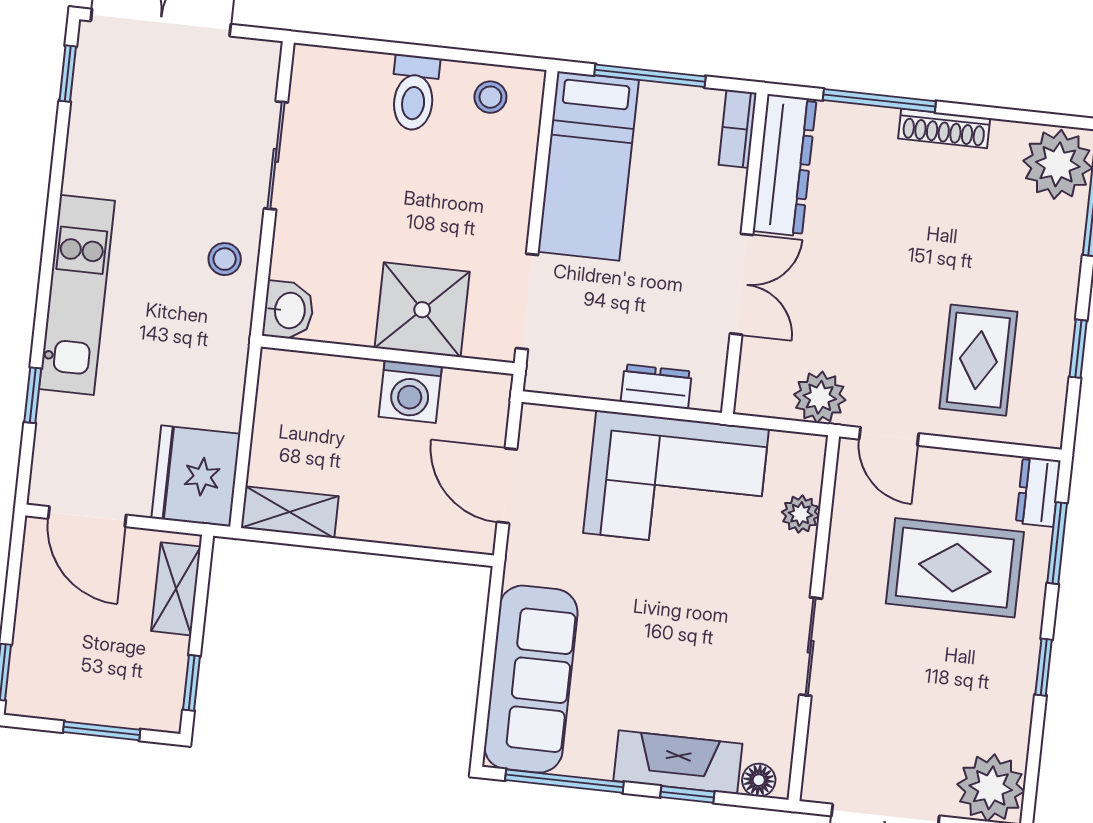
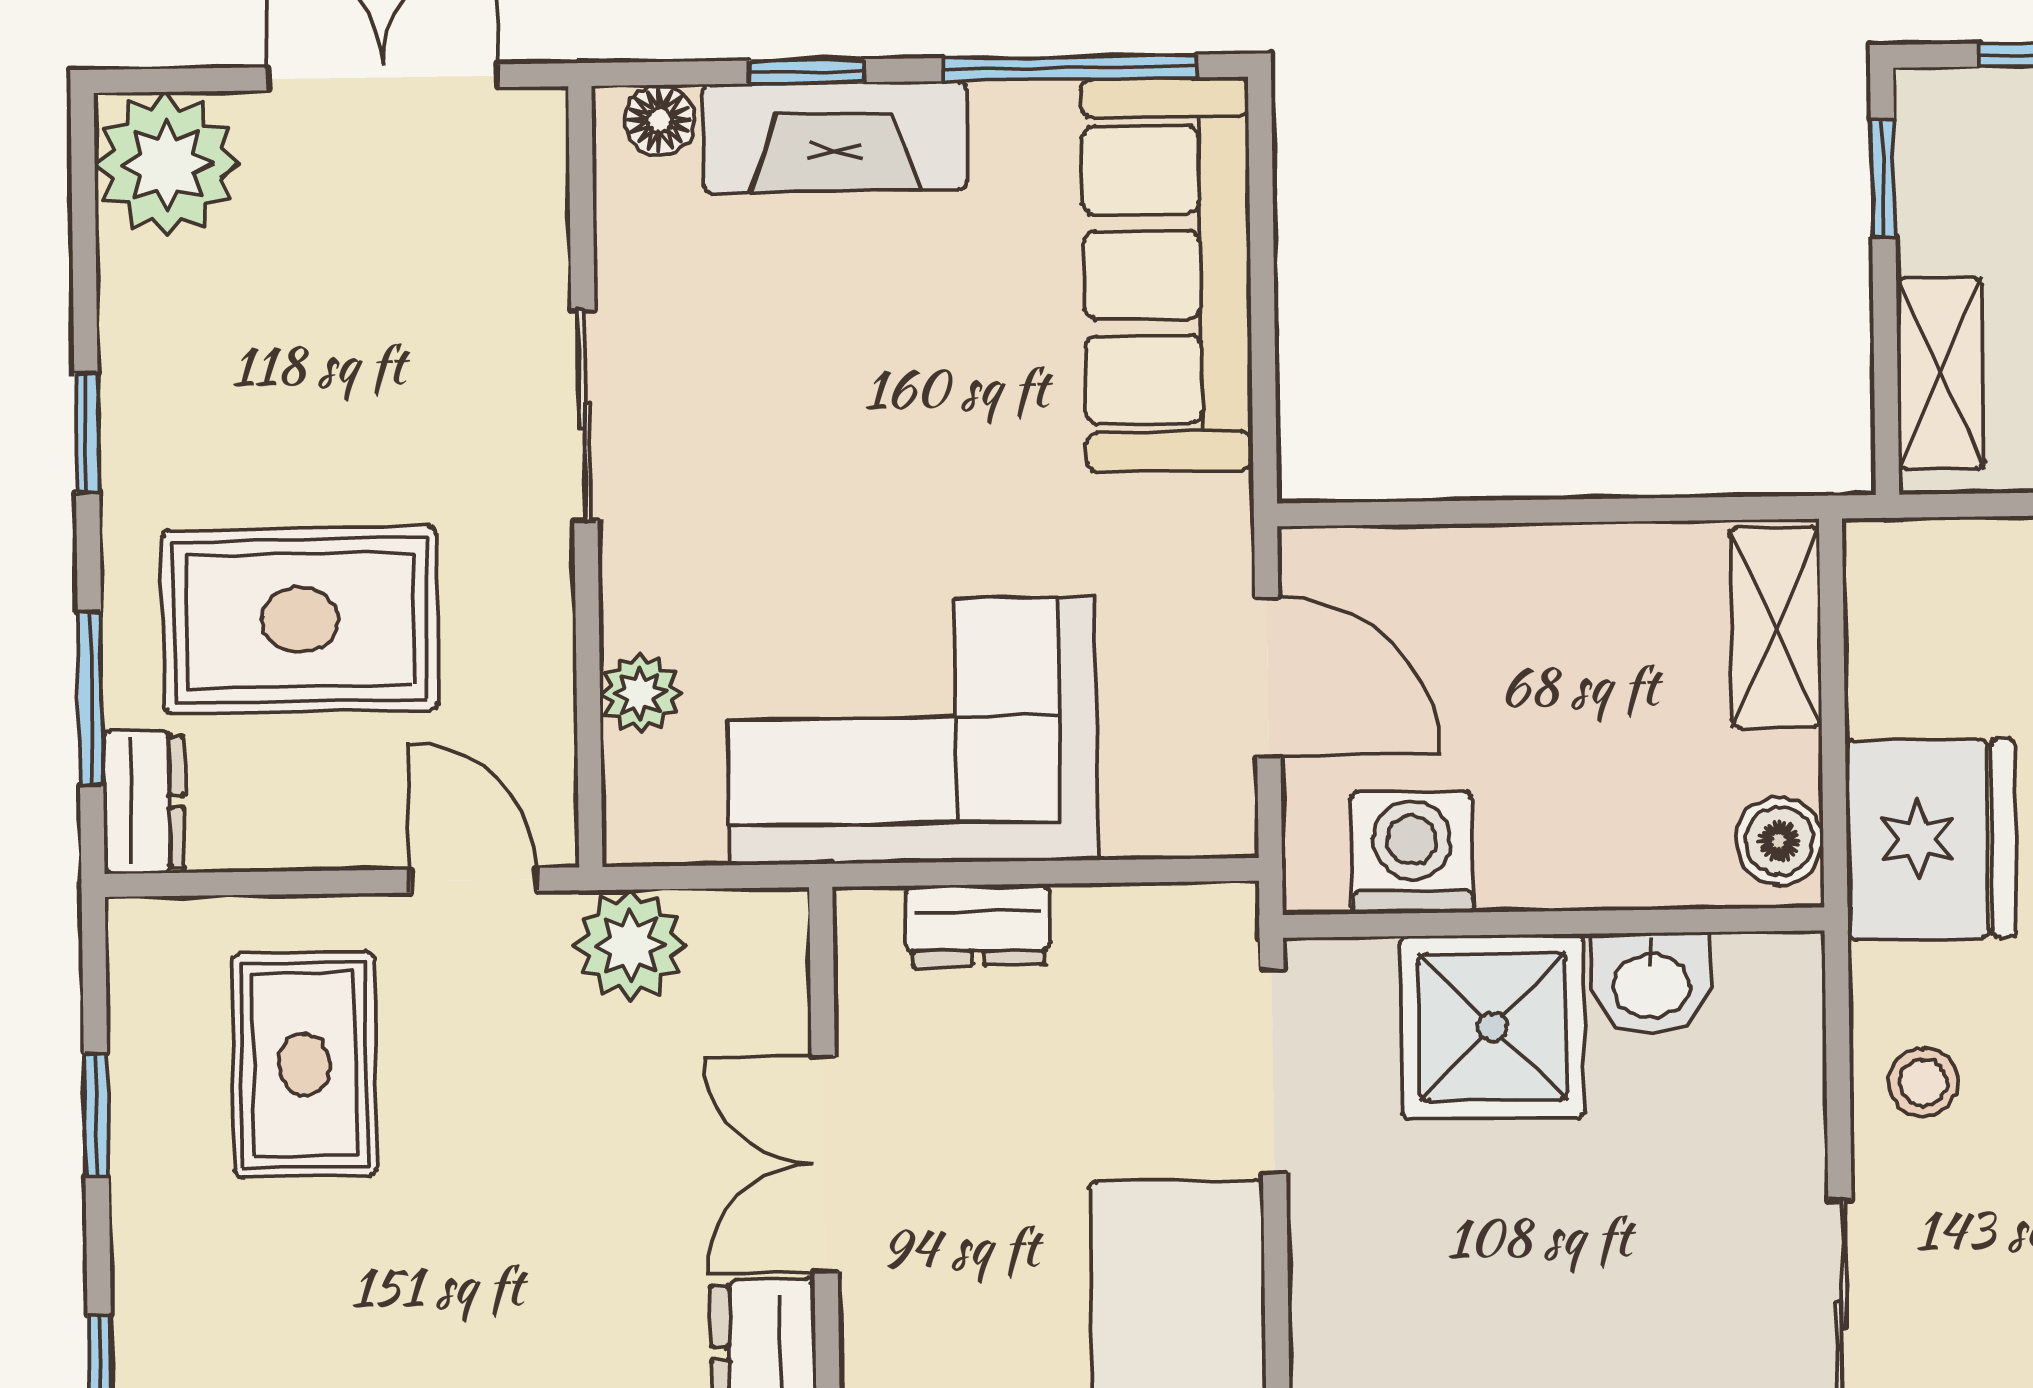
washbasin: (288, 310) -> (1651, 983), moved, turned -90
boiler: (278, 380) -> (1779, 841), added
washing machine: (410, 391) -> (1412, 852), moved
fridge: (196, 476) -> (1931, 839), moved
shelving: (290, 512) -> (1776, 627), moved, turned 90

